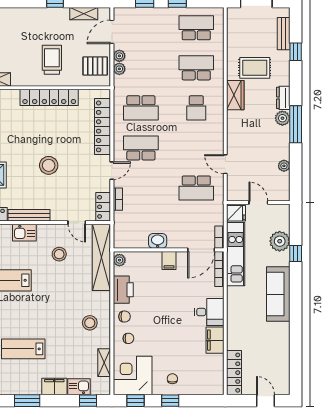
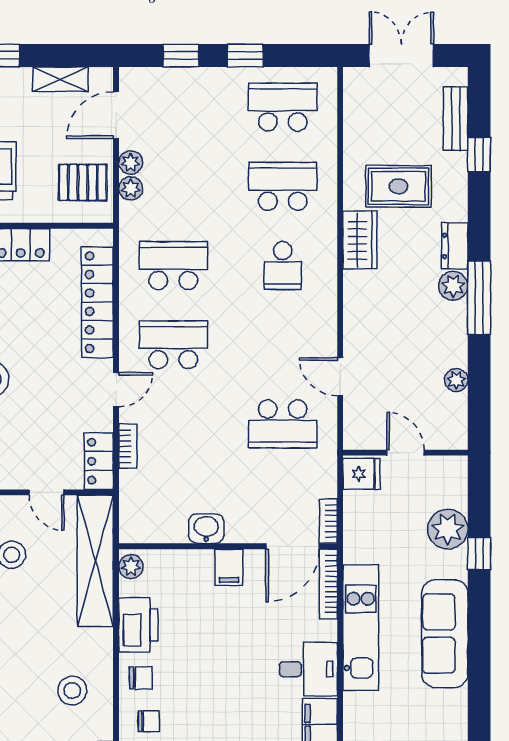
school desk: (141, 108) -> (173, 266), turned 180
kitchen unit: (236, 254) -> (361, 628), moved

